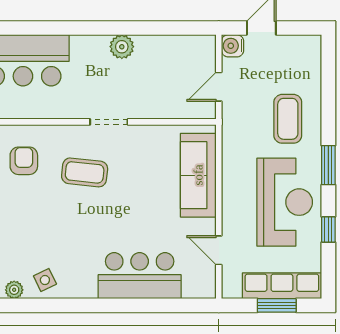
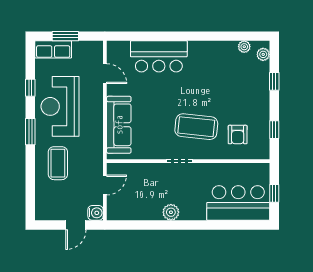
coffee table: (85, 172) -> (196, 127), width x1.36, depth x1.32
side table: (45, 280) -> (223, 53), removed
row of seats: (282, 286) -> (53, 49), width x0.68

